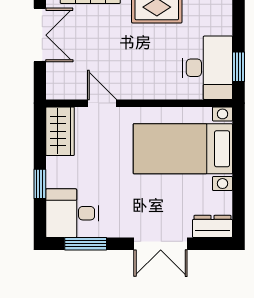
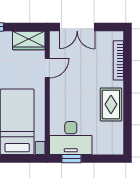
double door: (40, 35) -> (77, 27), moved

